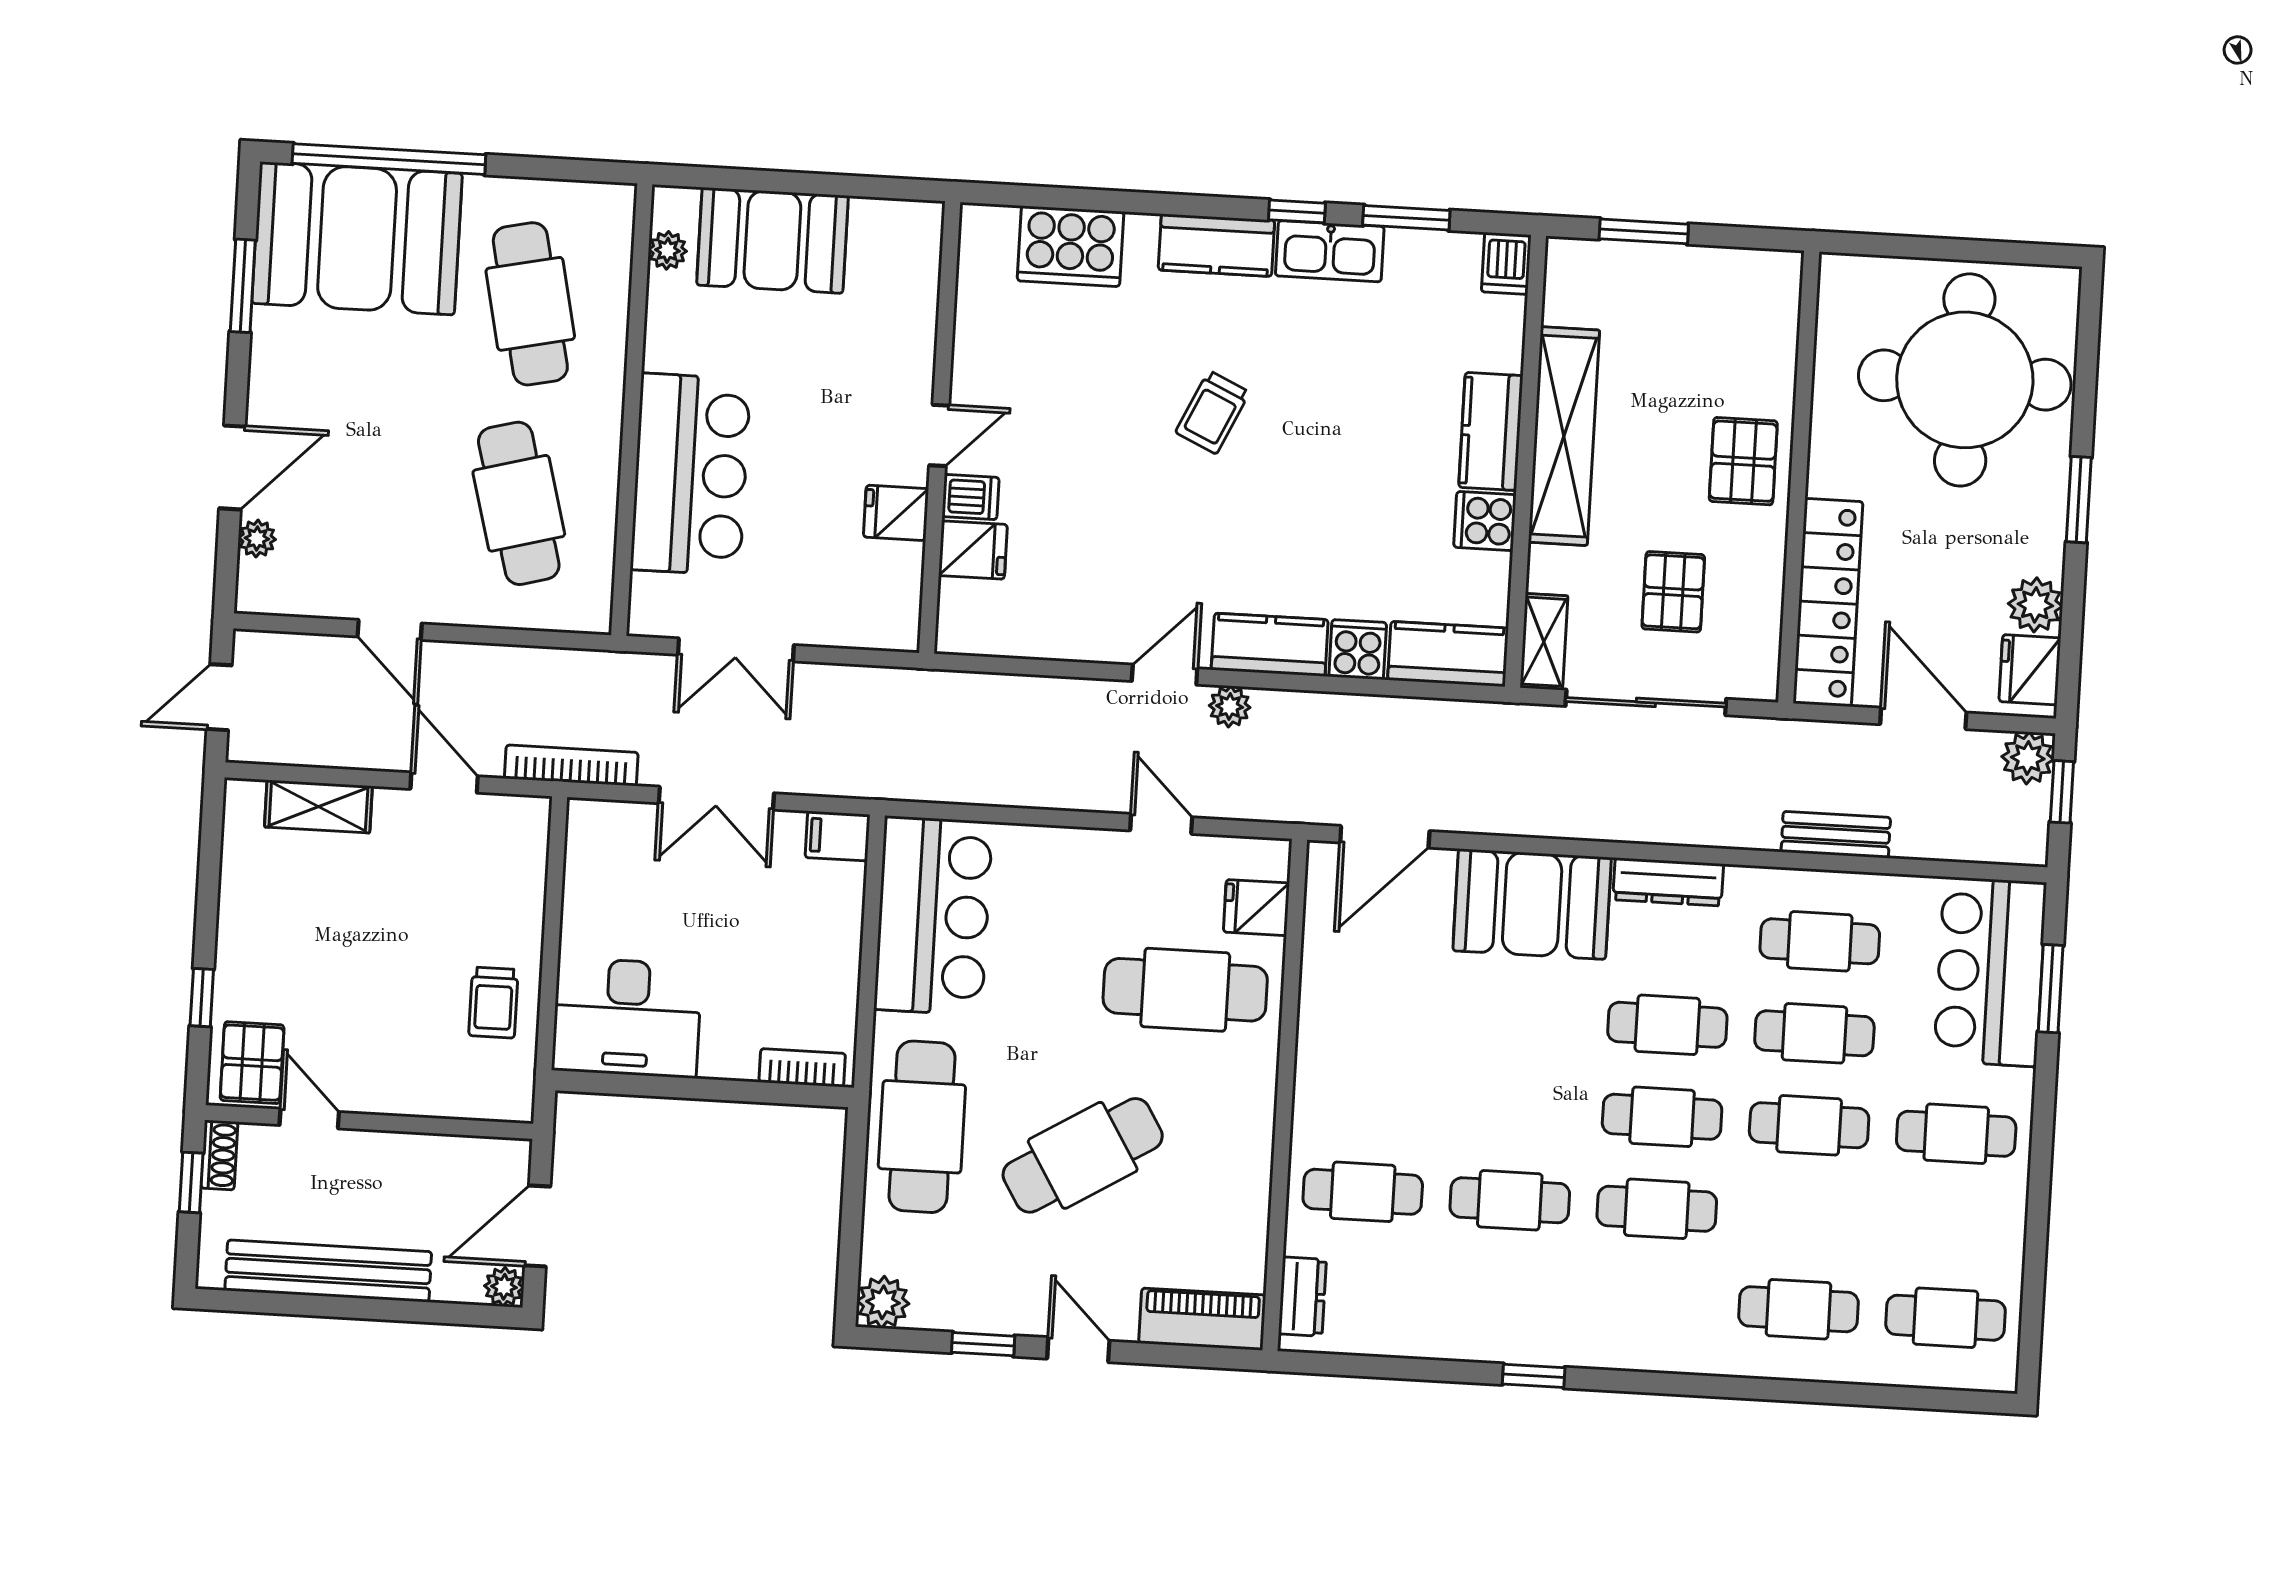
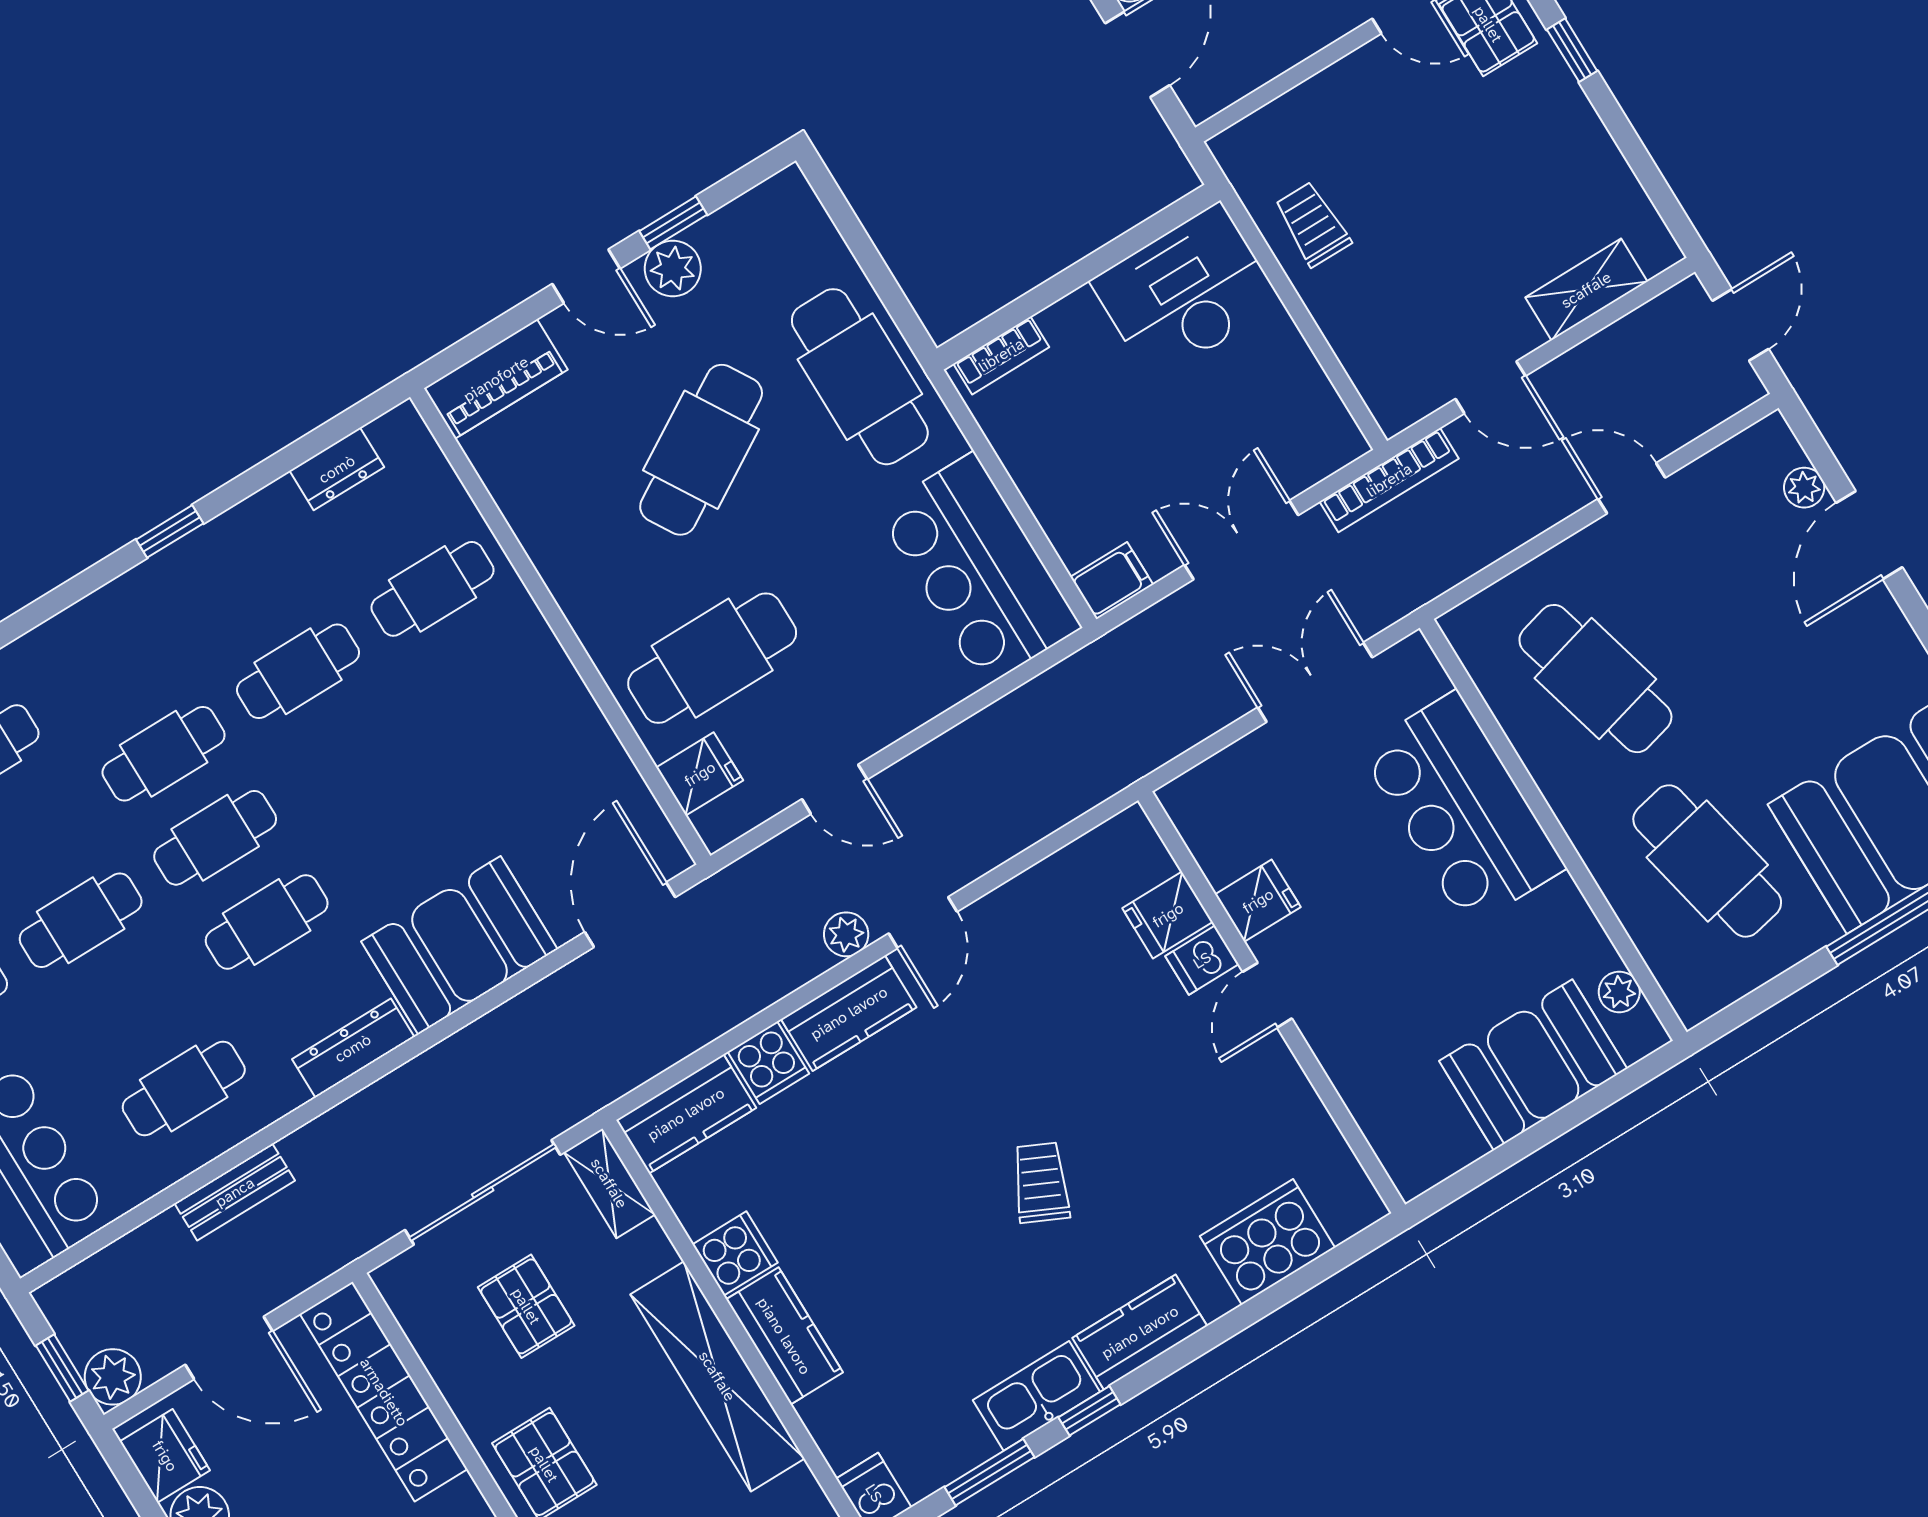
cafe table: (1814, 1033) -> (132, 1004), removed
dresser: (1302, 1297) -> (337, 469), moved, turned -90
plant: (883, 1302) -> (673, 269), moved

